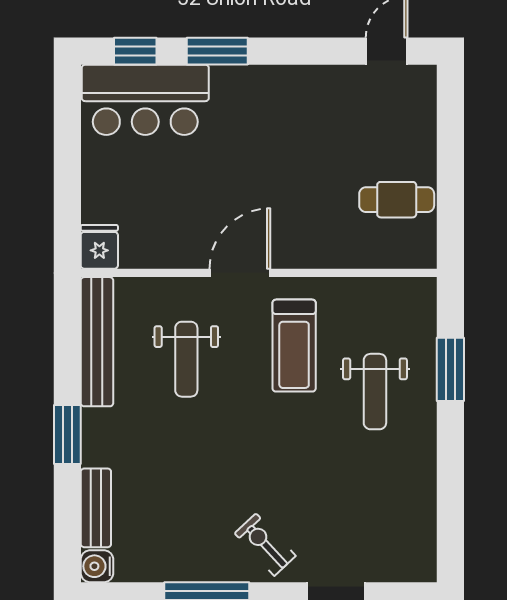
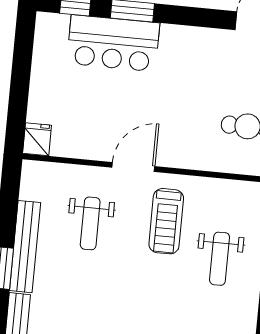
bar counter: (145, 100) -> (113, 43), moved
bench: (97, 342) -> (25, 247), moved

